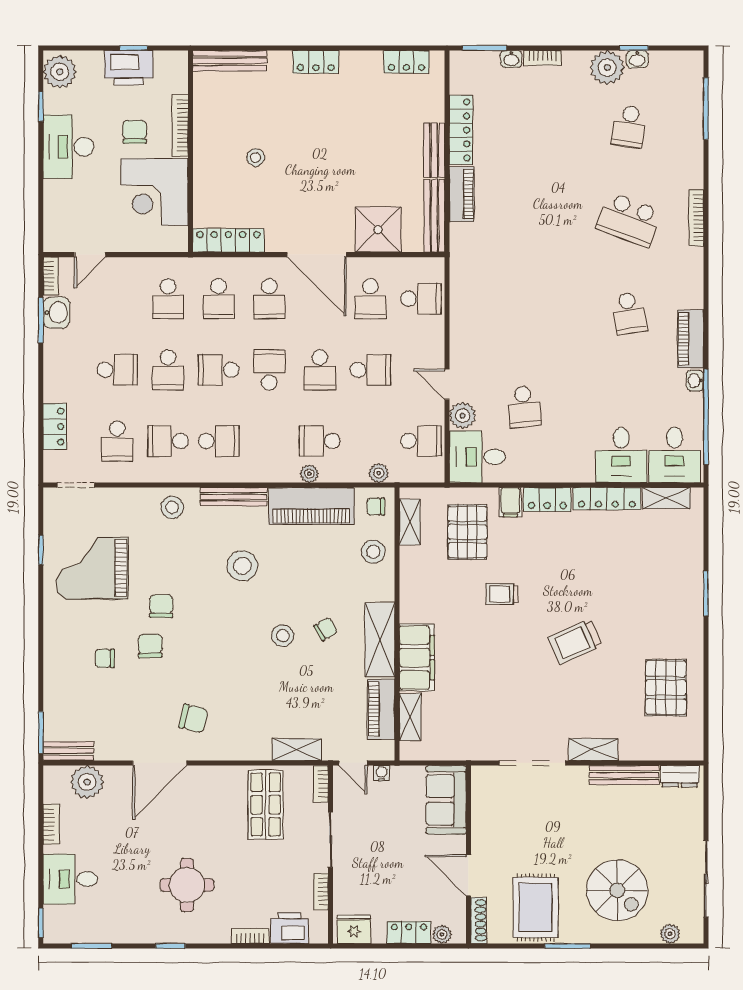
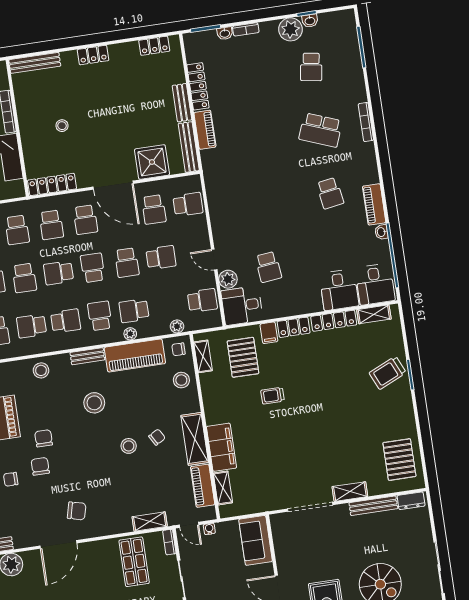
school desk: (269, 441) -> (100, 316), added
bench: (234, 497) -> (87, 356), width x0.73
trolley: (575, 642) -> (388, 373), moved
pallet: (666, 688) -> (399, 460), moved

